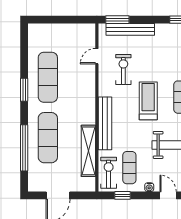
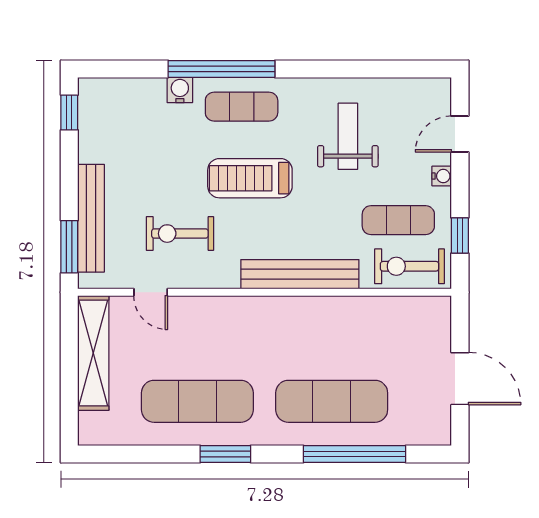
shelving: (88, 151) -> (93, 353), moved, turned 90

